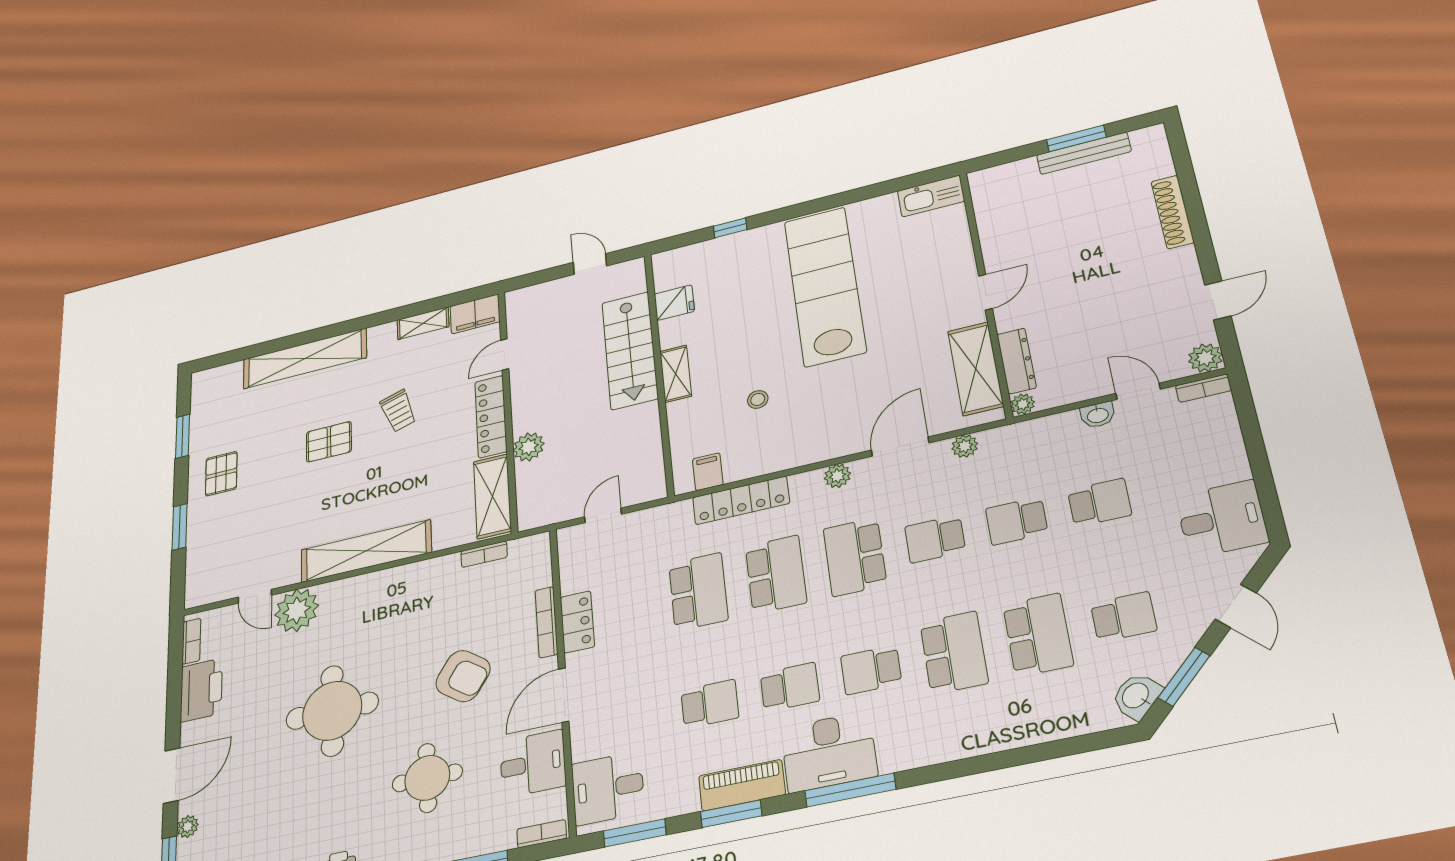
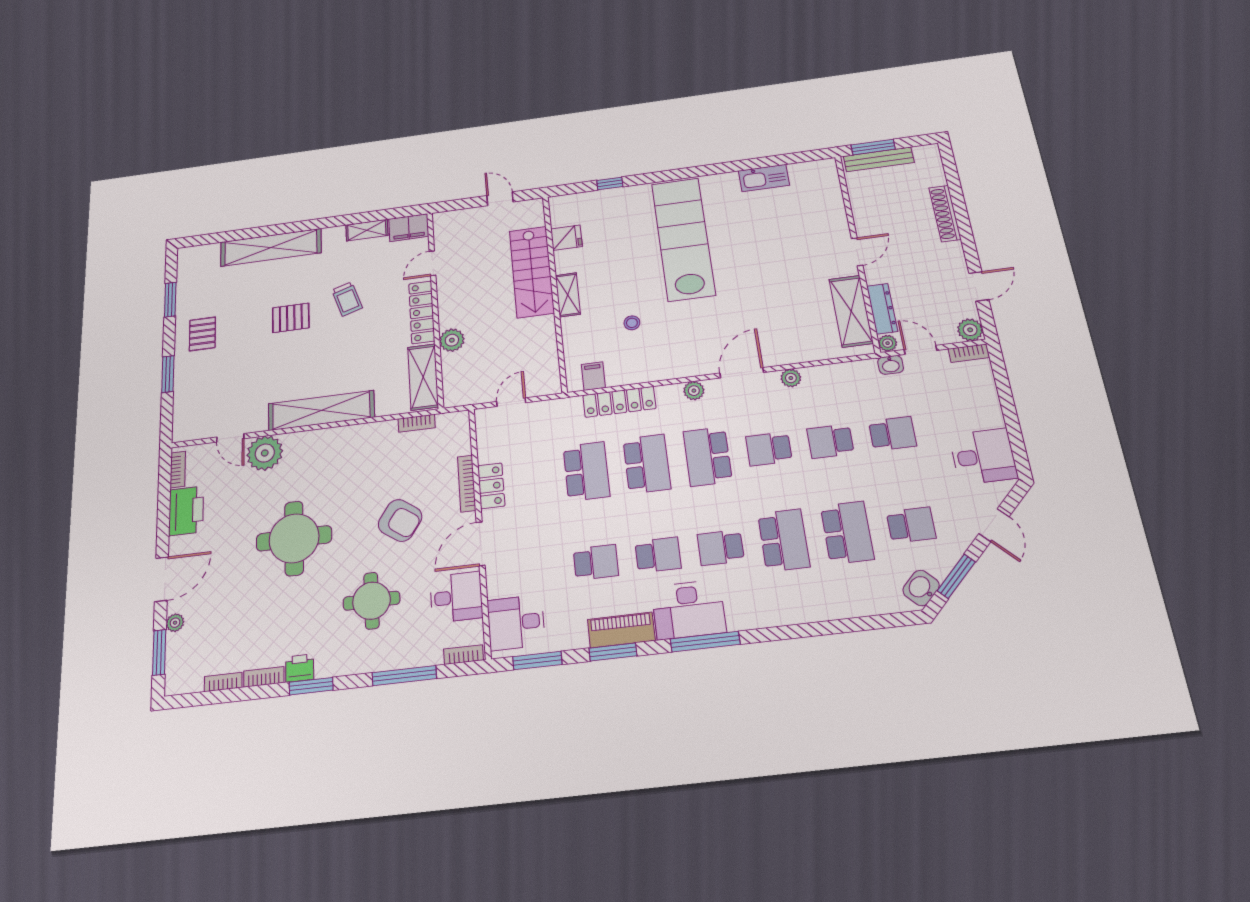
door: (985, 292) -> (857, 252), moved
wall: (985, 292) -> (857, 252), moved
dresser: (1017, 361) -> (882, 309), moved
shelving: (976, 369) -> (851, 311), moved
plant: (1023, 404) -> (888, 343), moved

